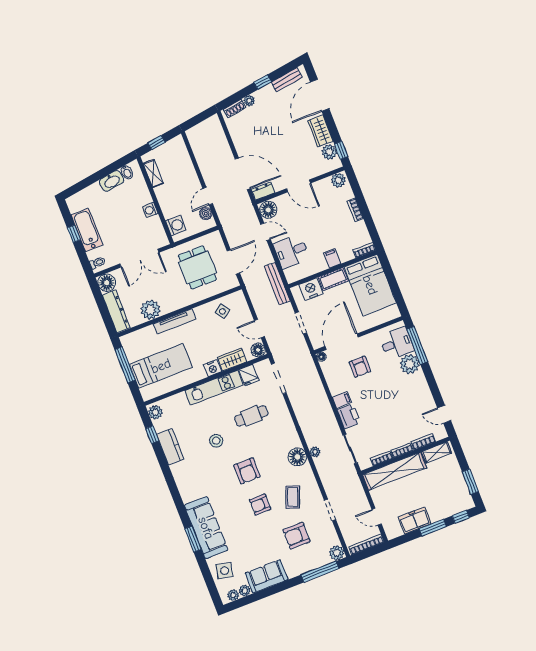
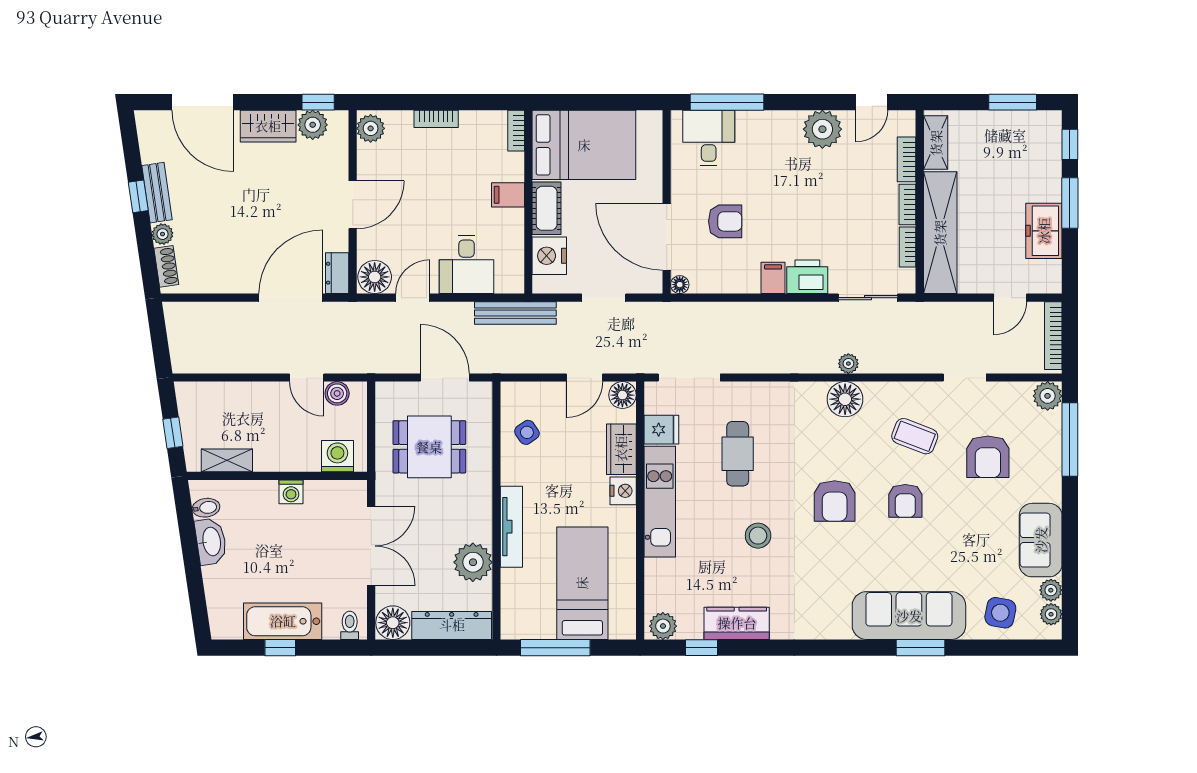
bench: (287, 80) -> (157, 193), moved
plant: (410, 364) -> (822, 129), moved
armchair: (247, 471) -> (835, 501), turned 90

